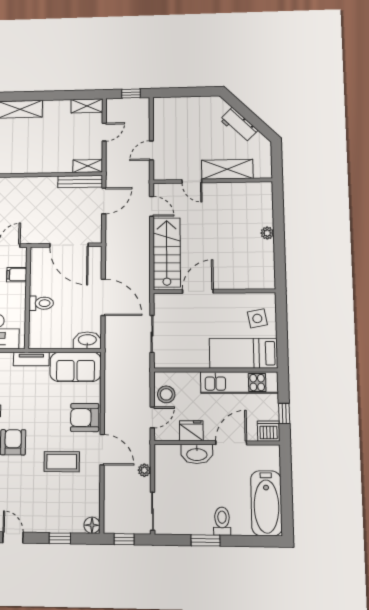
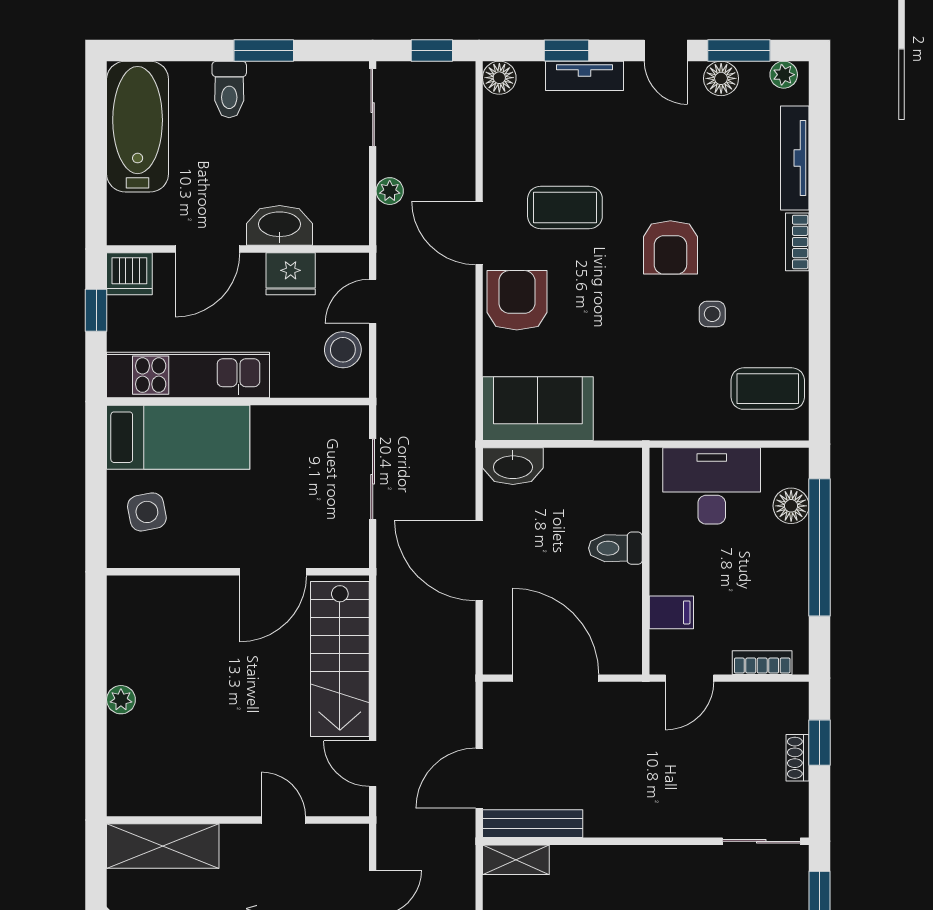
shelving: (227, 169) -> (163, 846), moved
tv unit: (31, 359) -> (584, 76), moved, turned 180
armchair: (85, 418) -> (517, 300), turned -90

